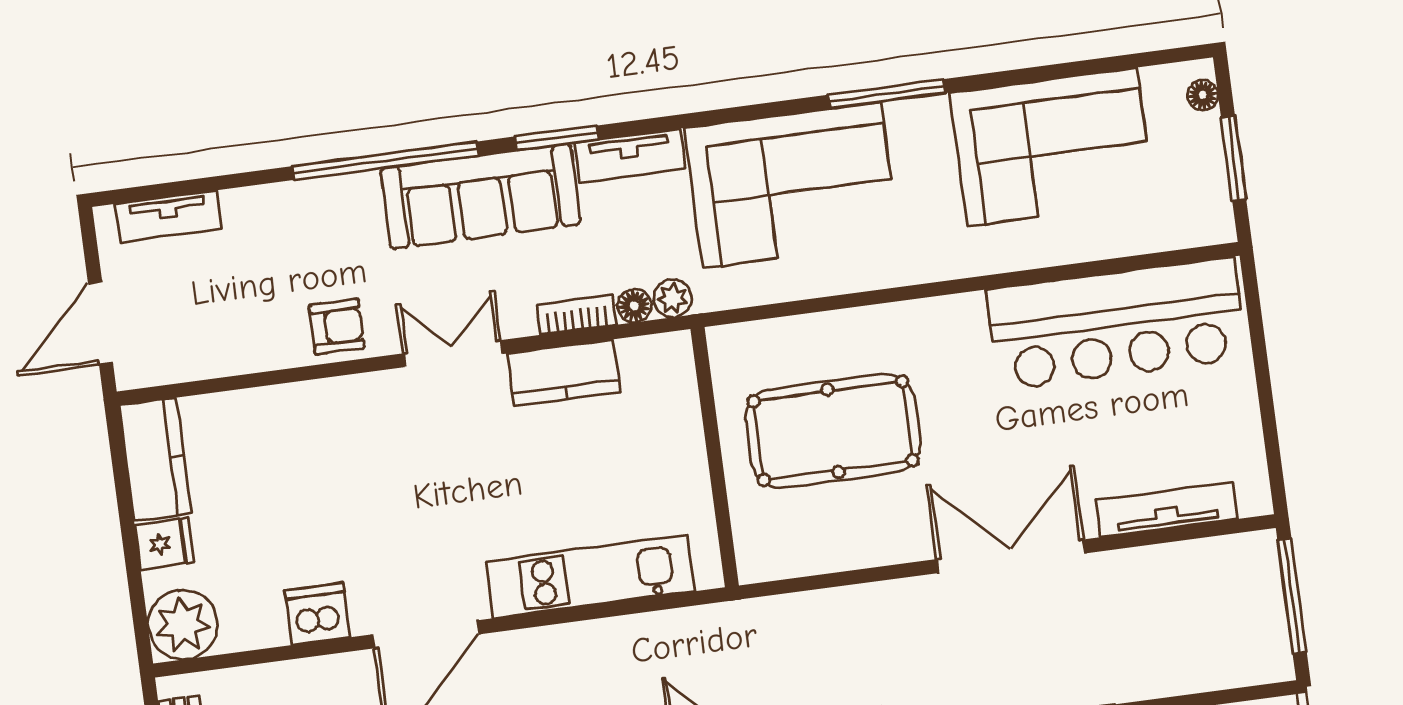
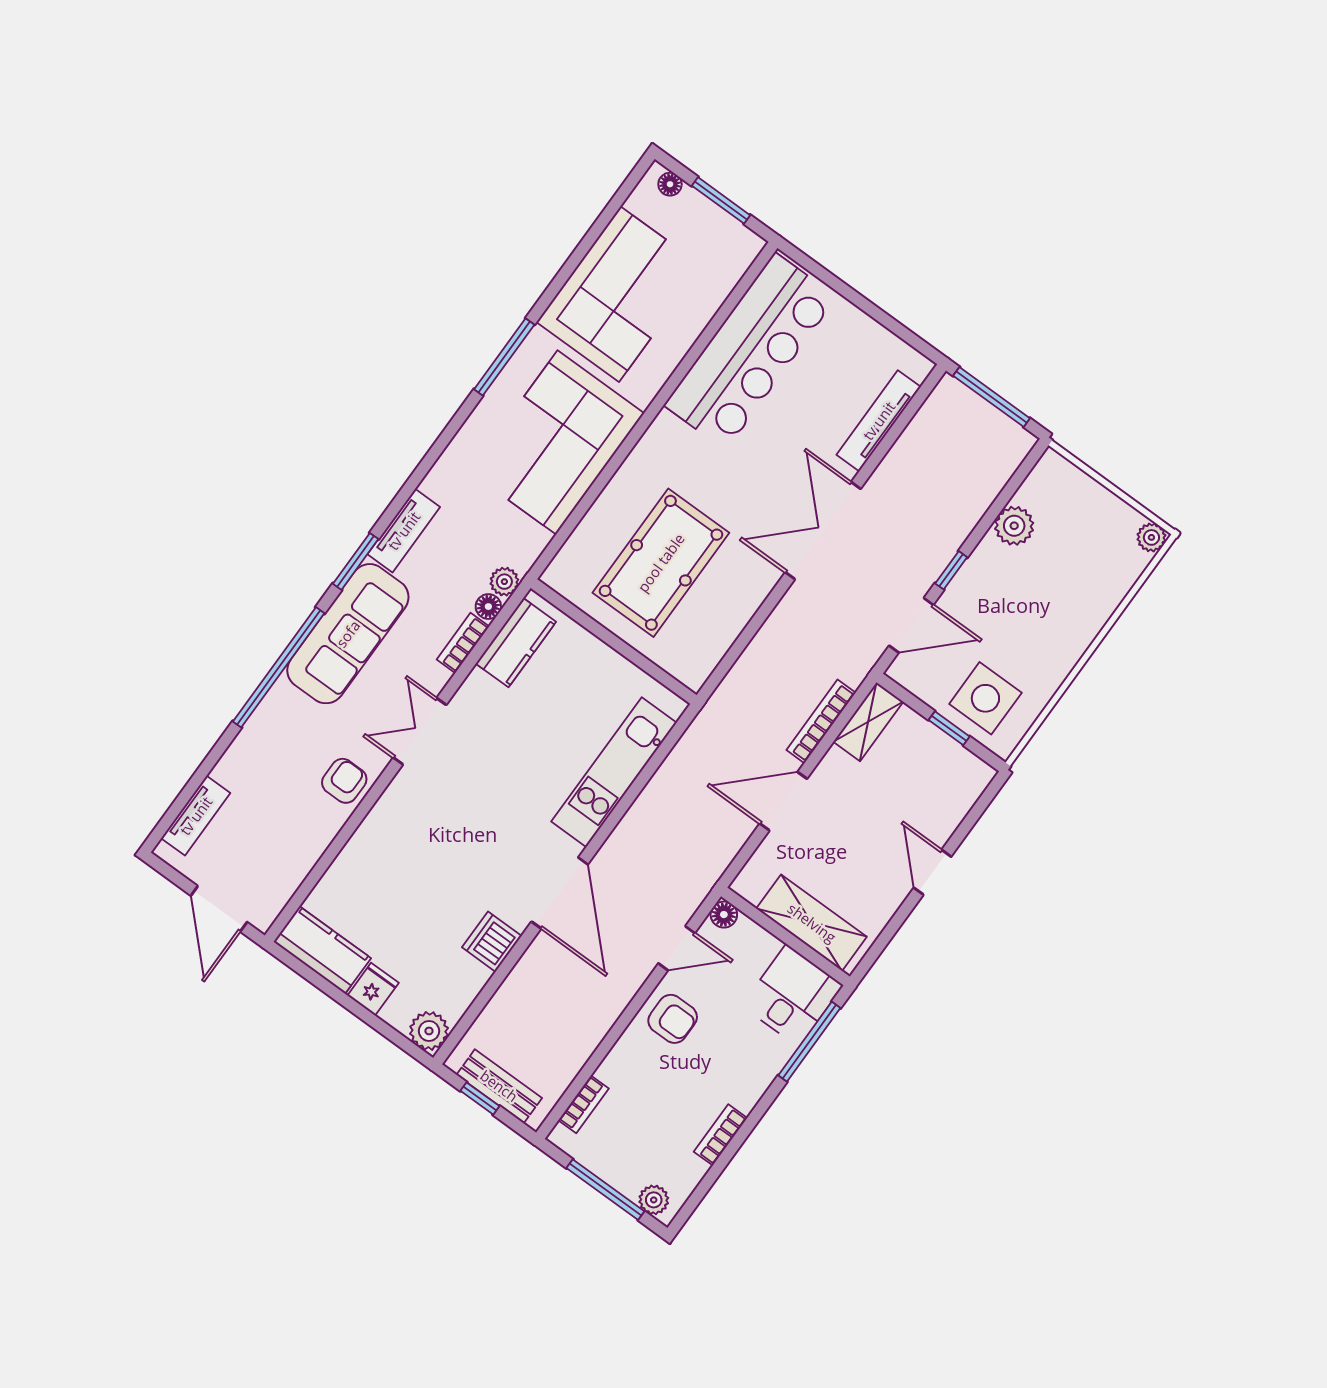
corner sofa: (792, 185) -> (557, 442), moved, turned 180
kitchen counter: (564, 373) -> (516, 643), moved
plant: (183, 625) -> (429, 1031), width x0.73, depth x0.73

